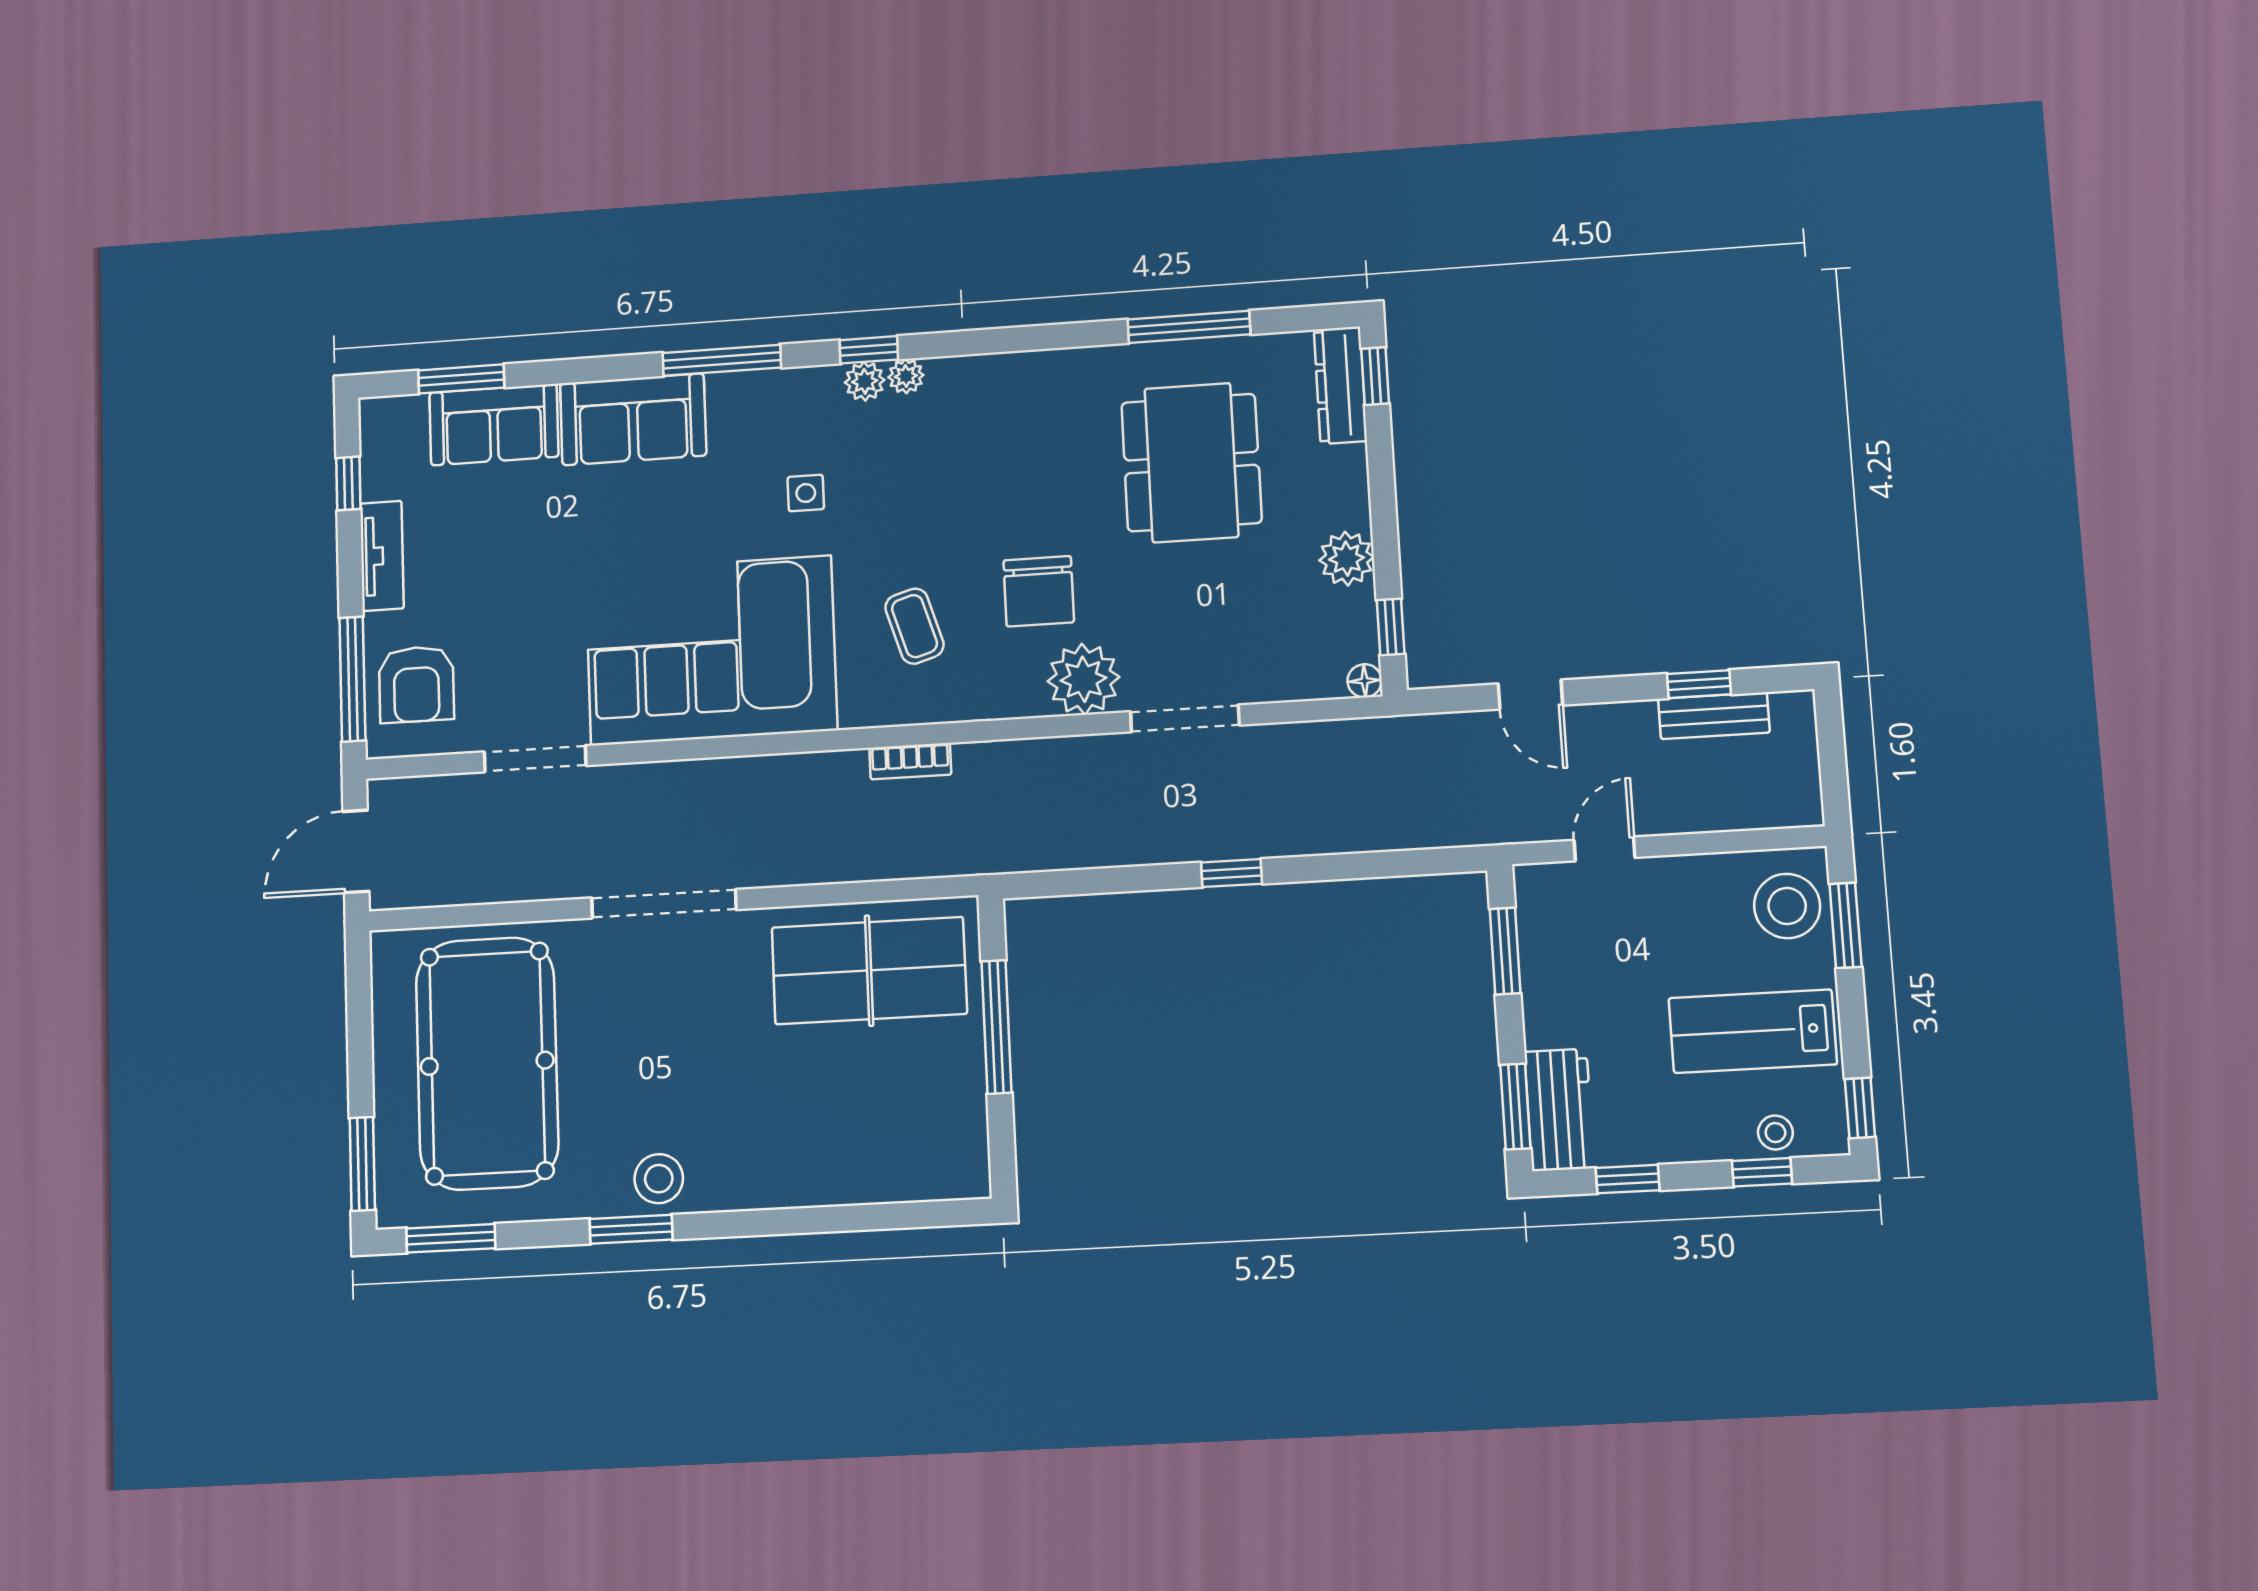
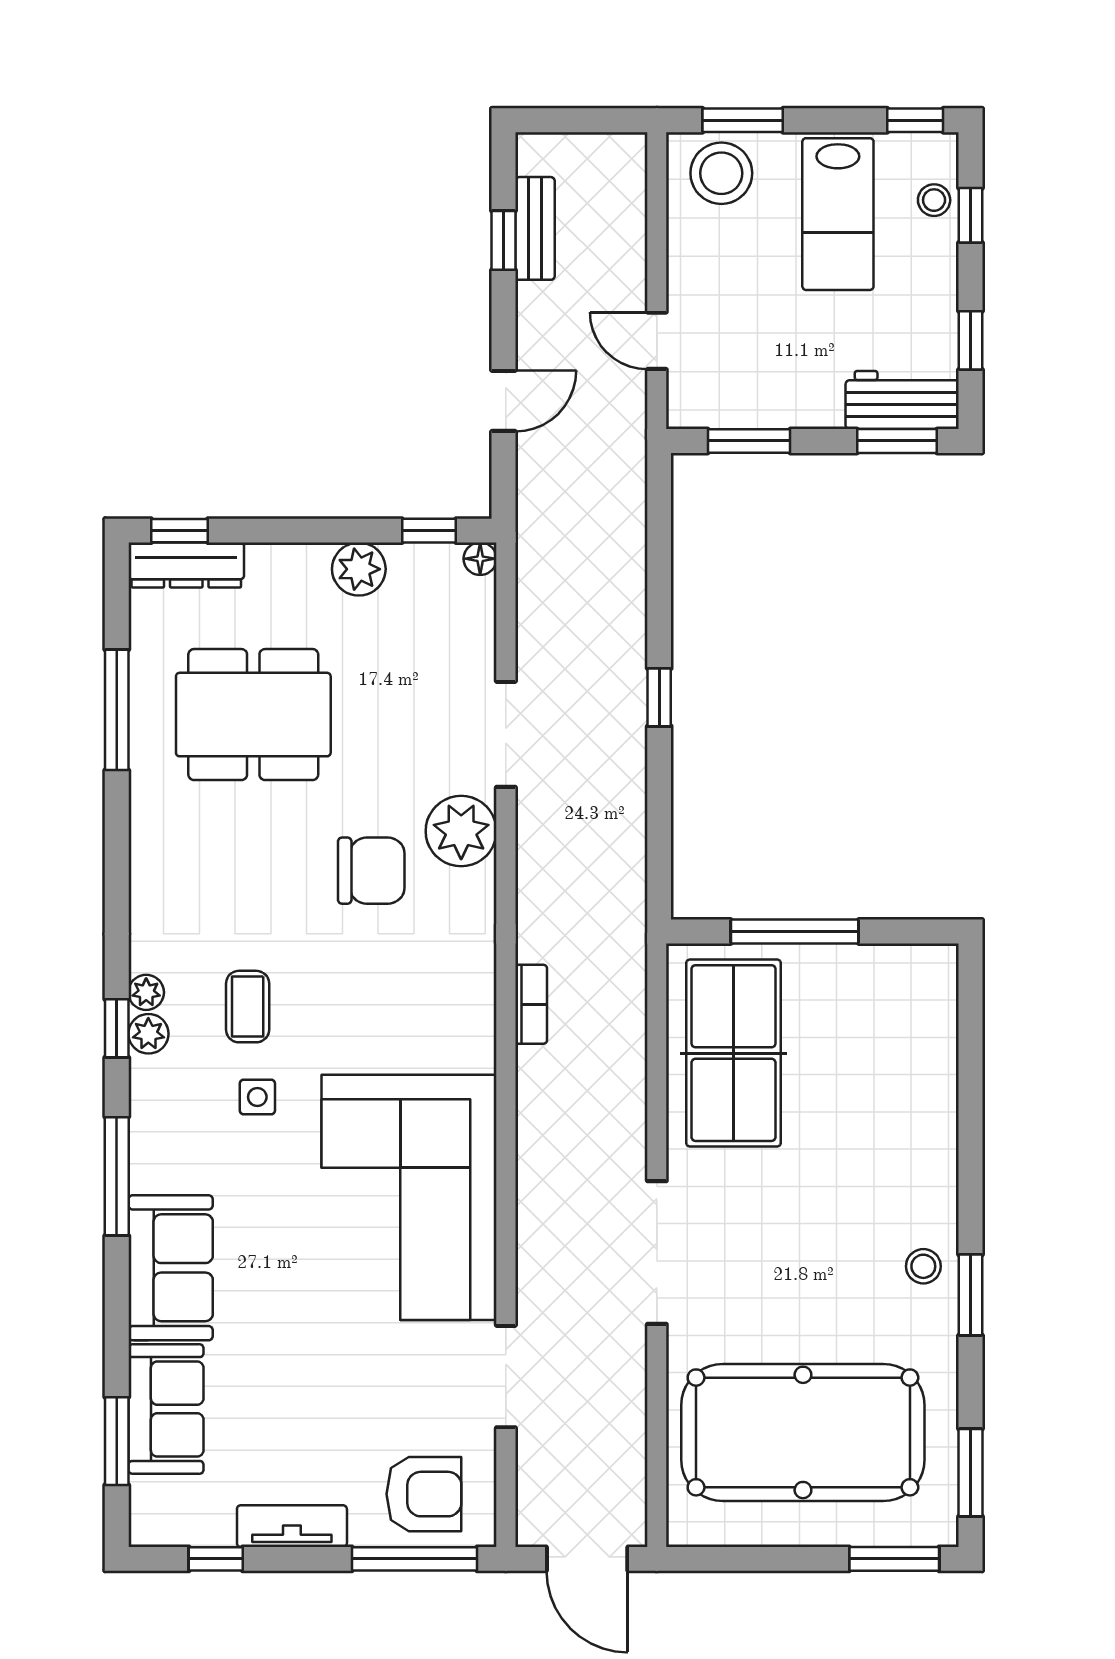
coffee table: (915, 626) -> (248, 1007), moved, turned -73
stool: (659, 1179) -> (923, 1266), width x0.73, depth x0.73

